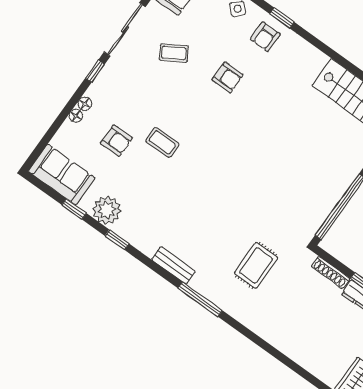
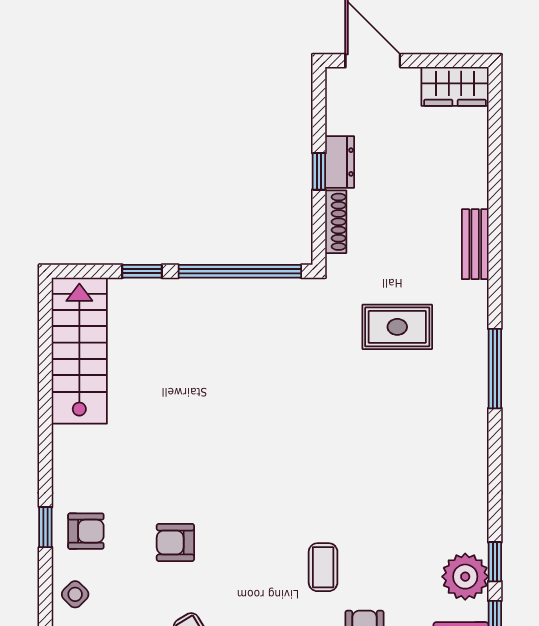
armchair: (228, 77) -> (175, 542), turned -90
window: (117, 240) -> (495, 562), moved
bench: (173, 265) -> (475, 244), moved

